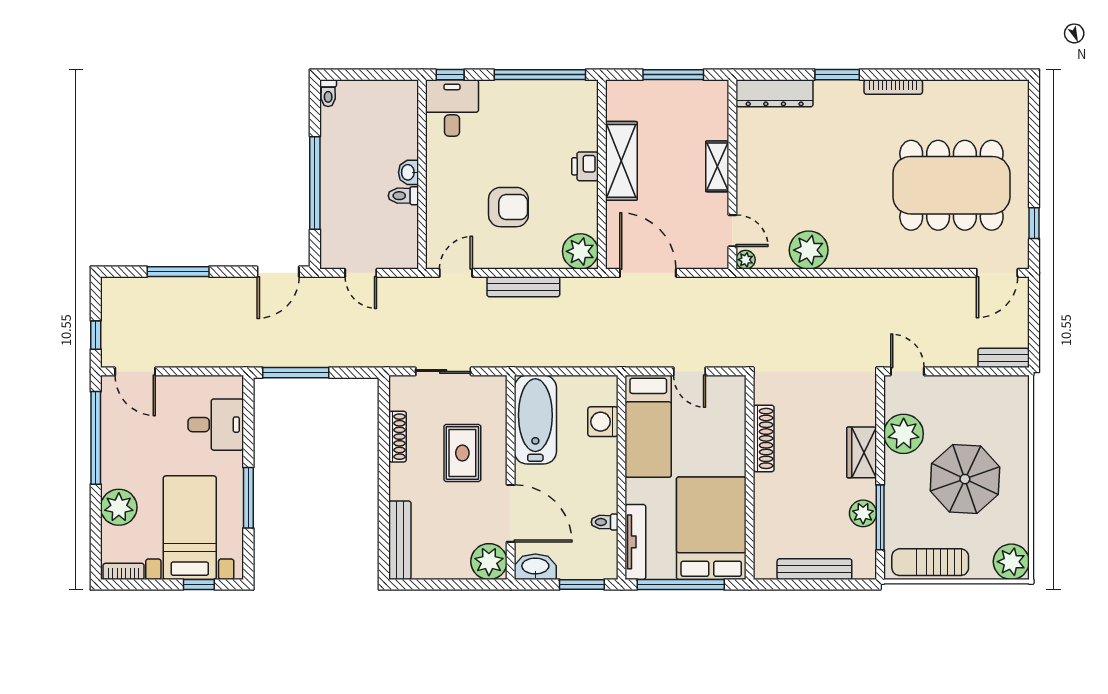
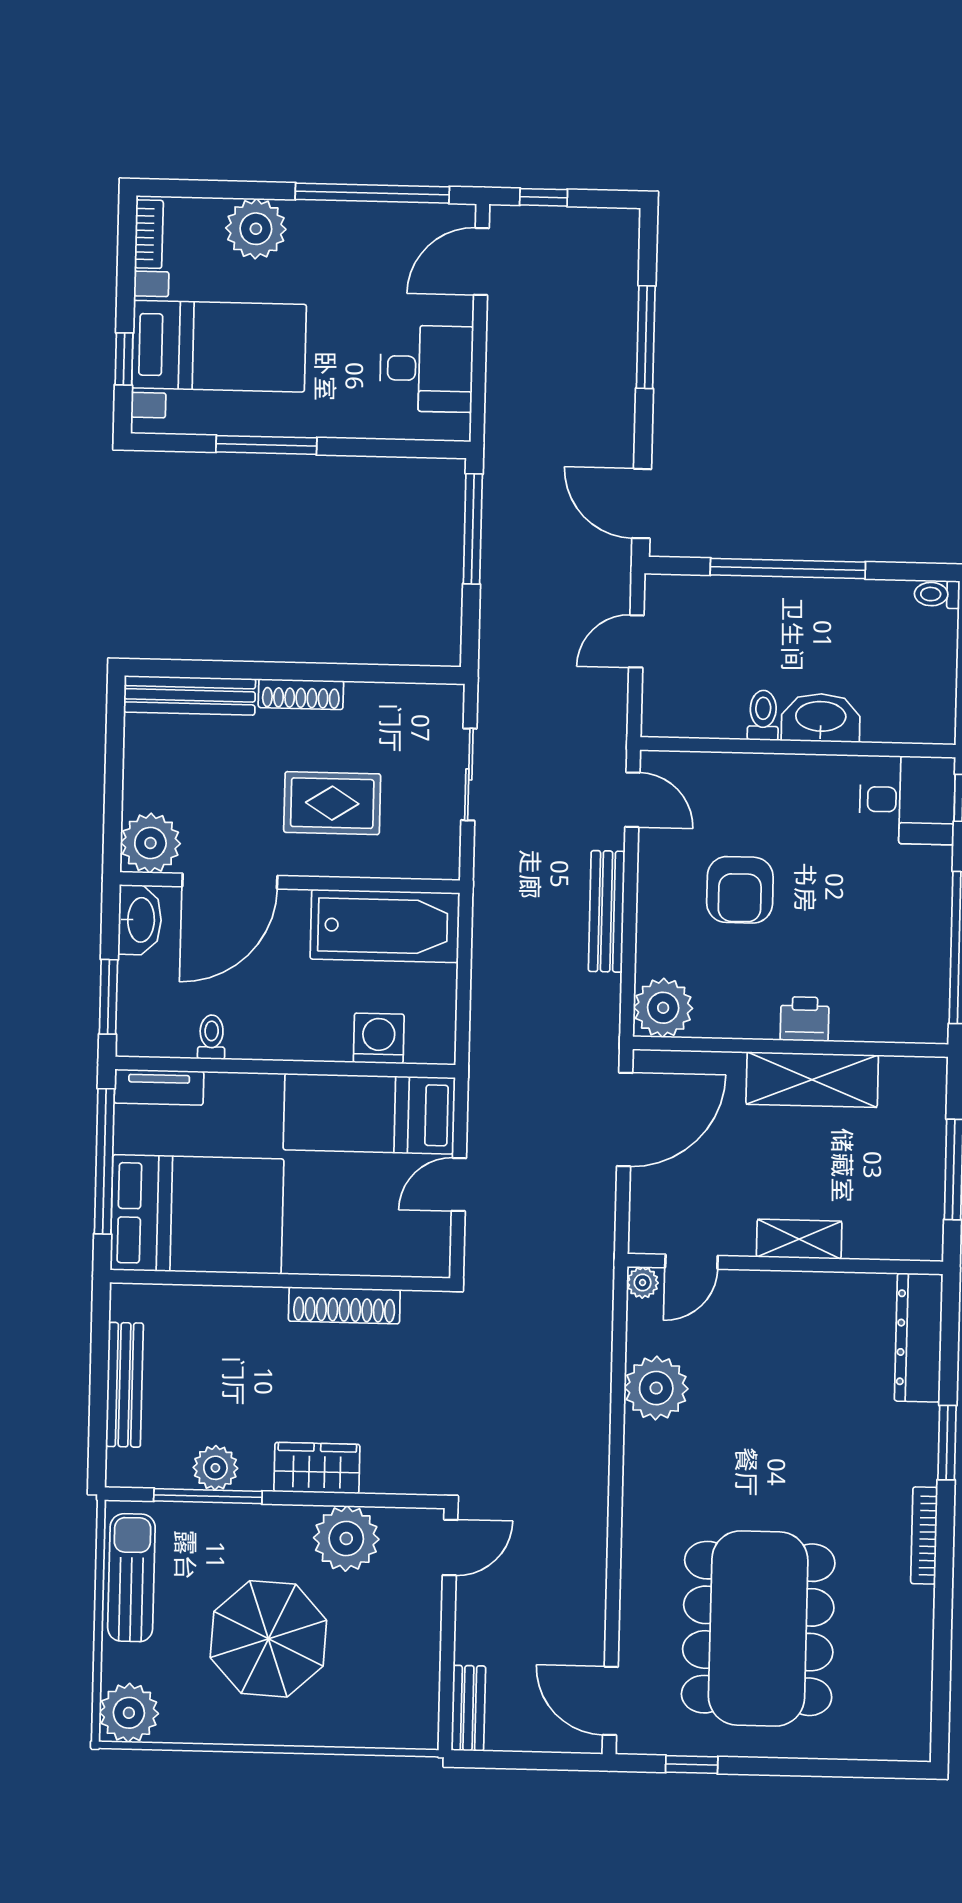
washbasin: (408, 172) -> (821, 718), width x1.91, depth x1.45
desk: (216, 425) -> (426, 369), moved, turned -90
shoe rack: (397, 437) -> (301, 694), moved
tv unit: (635, 542) -> (159, 1087), width x0.71

